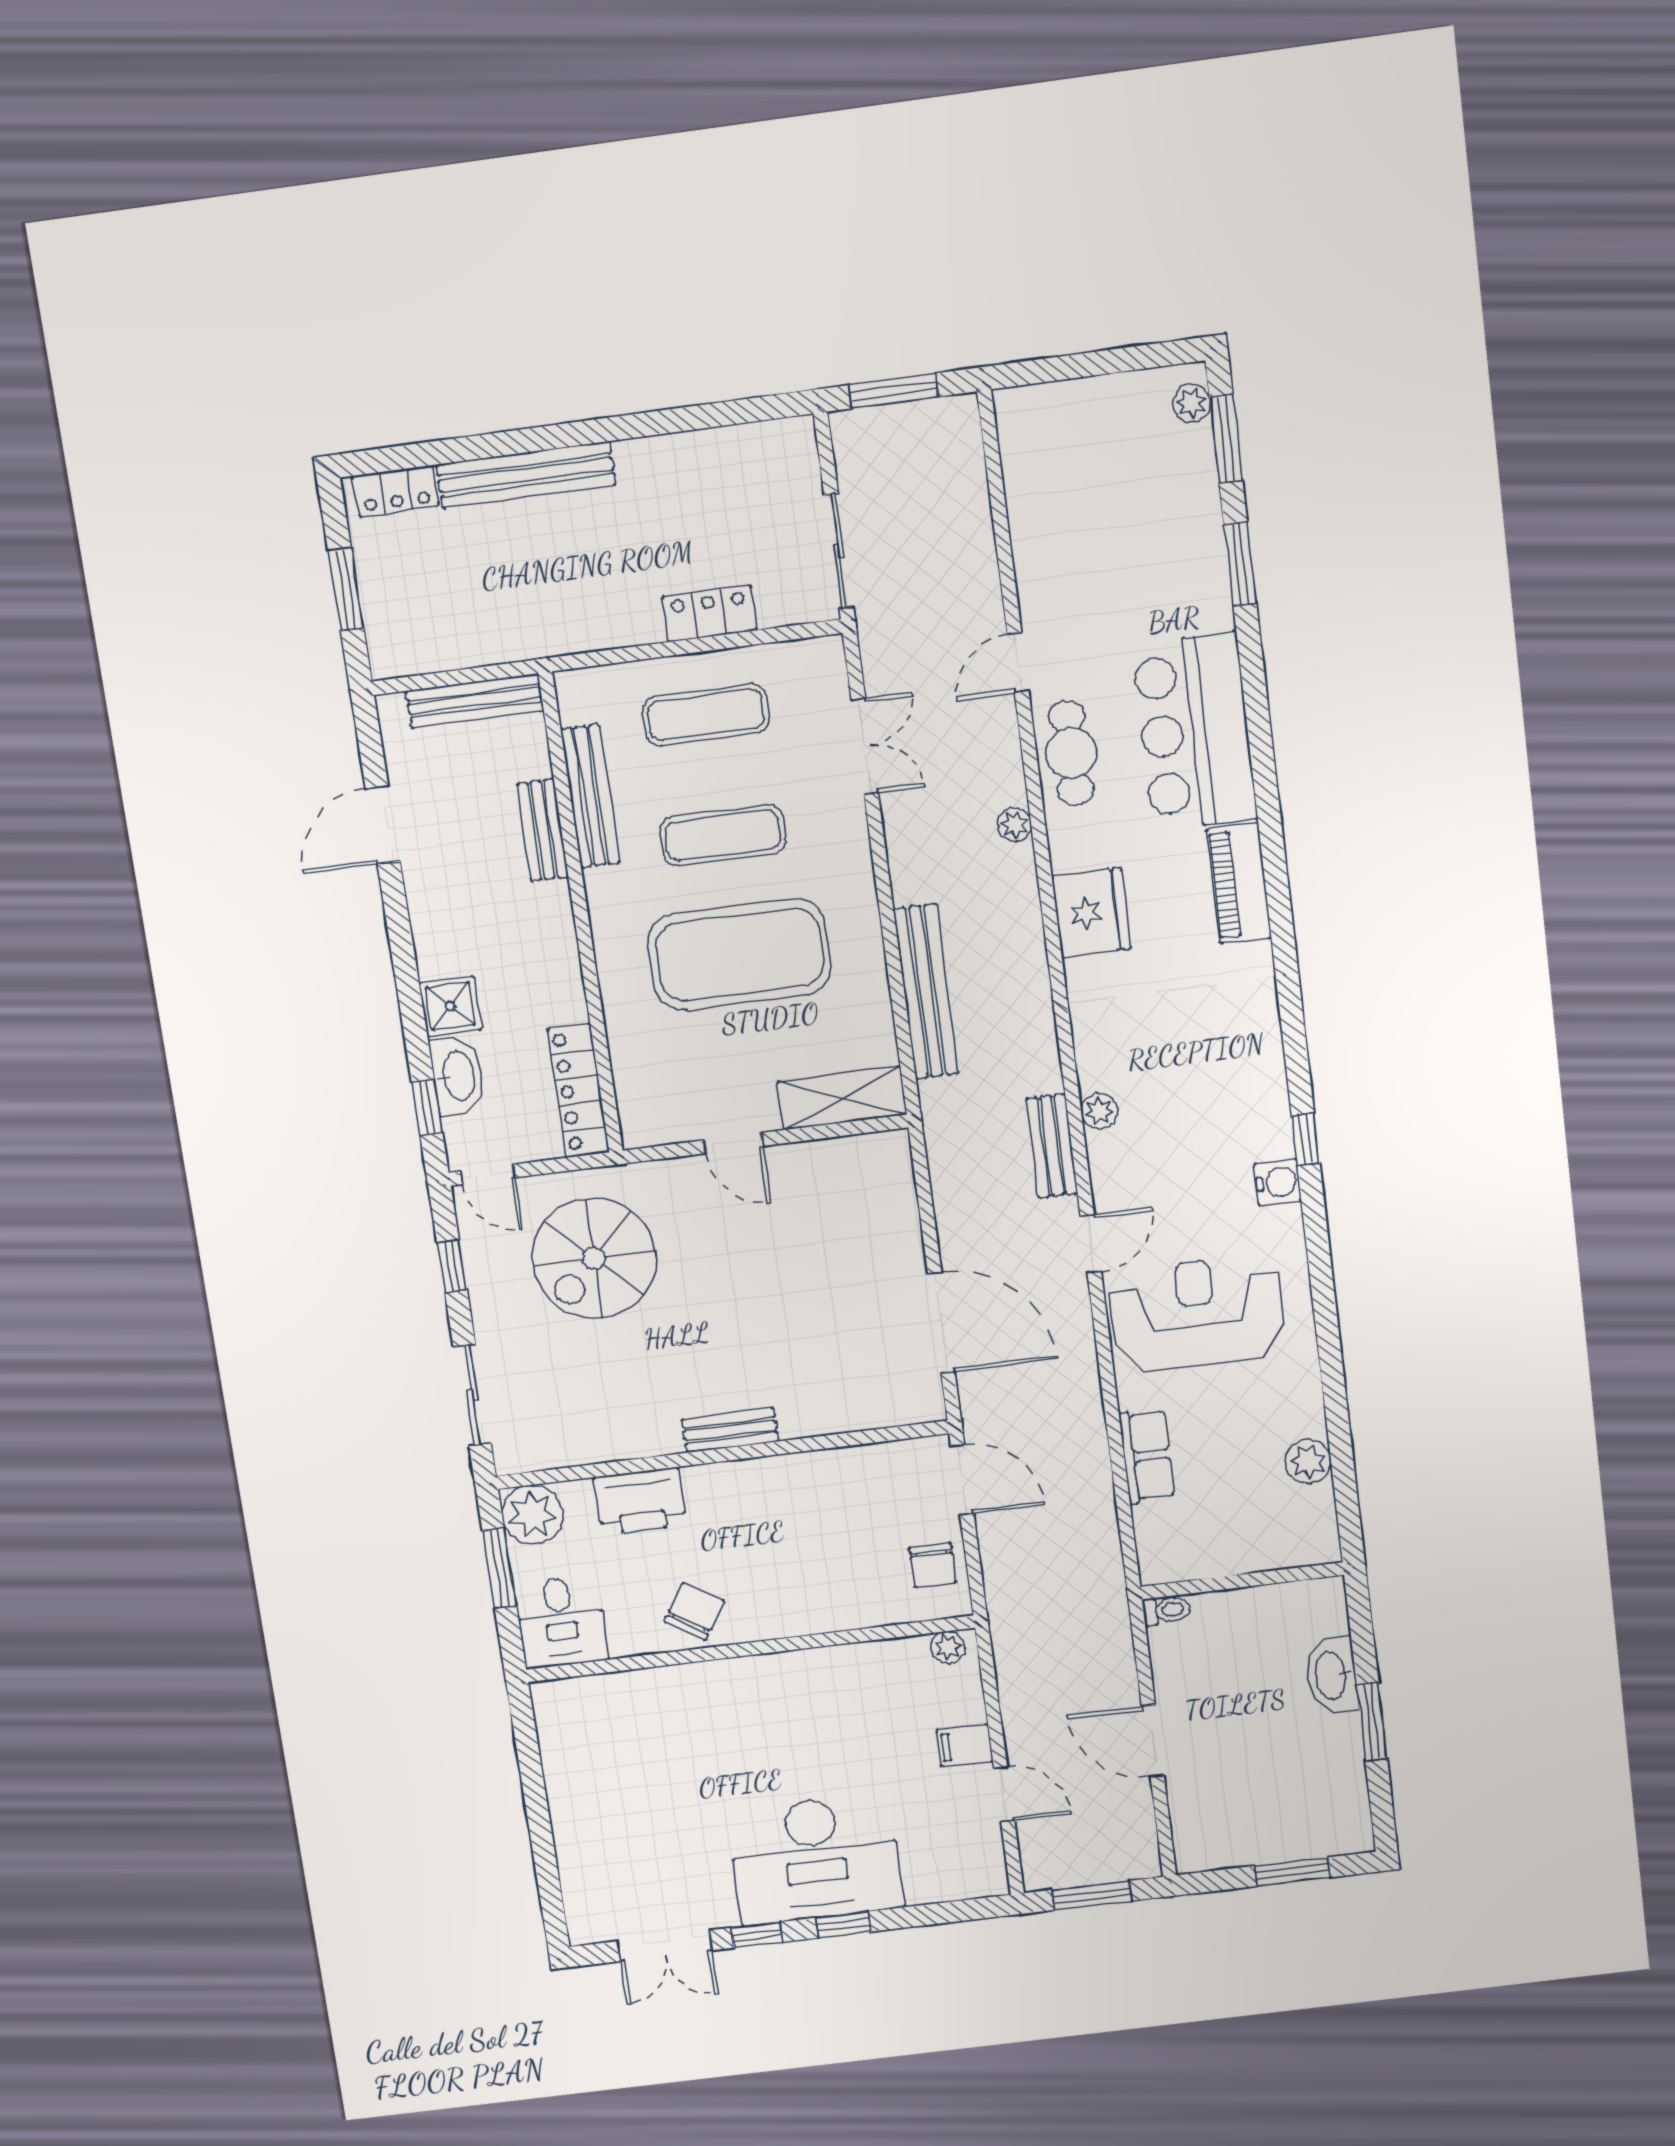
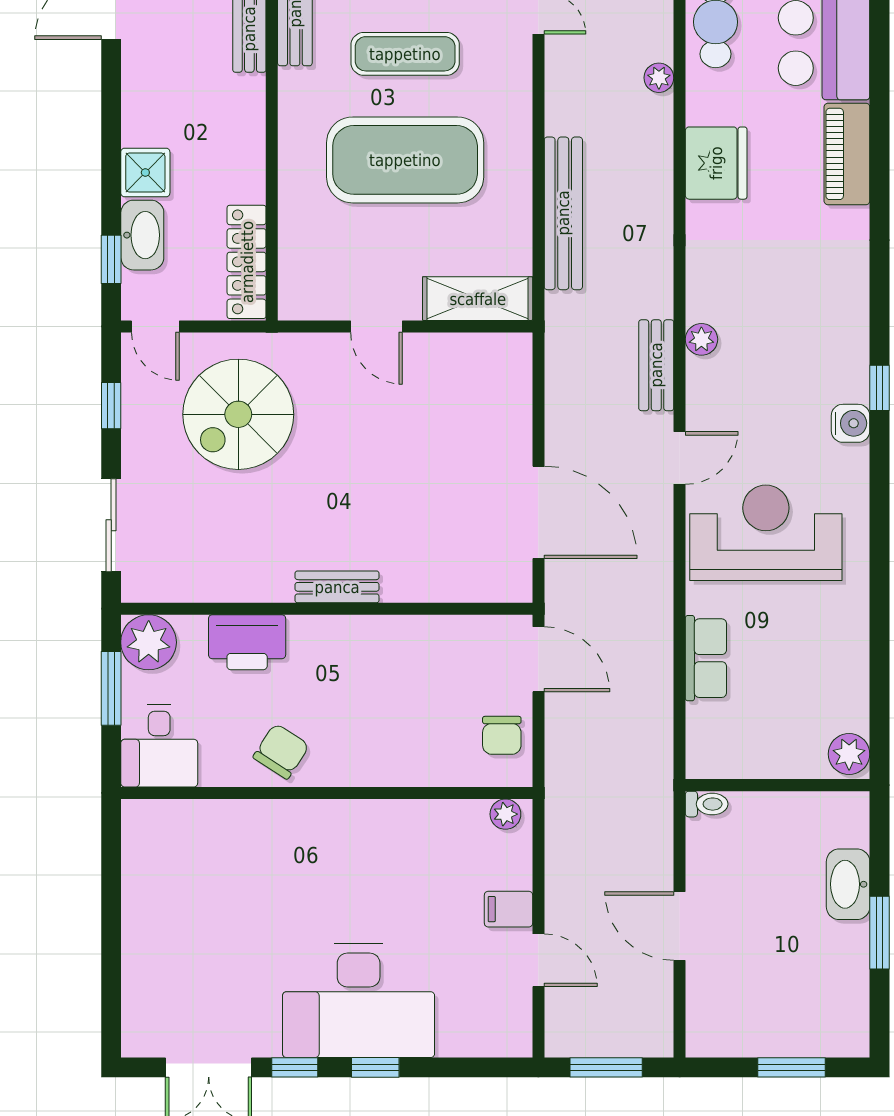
plant: (1308, 1462) -> (849, 754), moved

